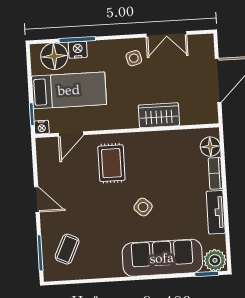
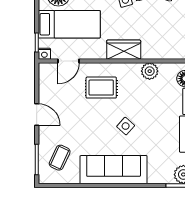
wardrobe: (159, 115) -> (124, 50), moved
plant: (168, 140) -> (150, 71), added
rug: (111, 163) -> (101, 88), turned 90
sofa: (162, 258) -> (114, 170), moved

